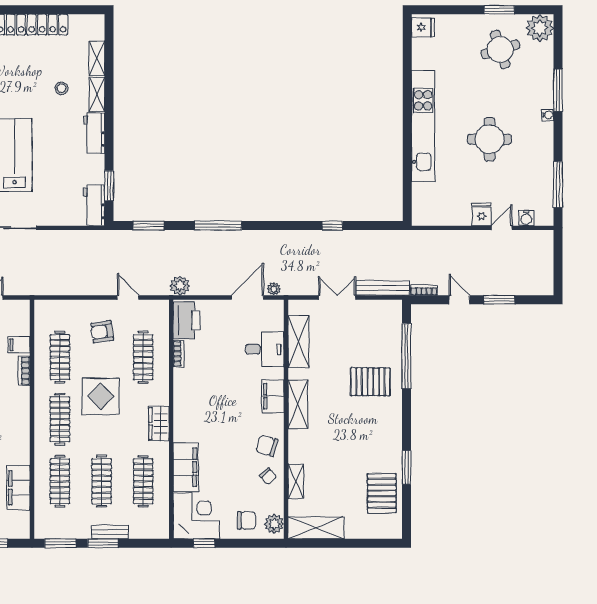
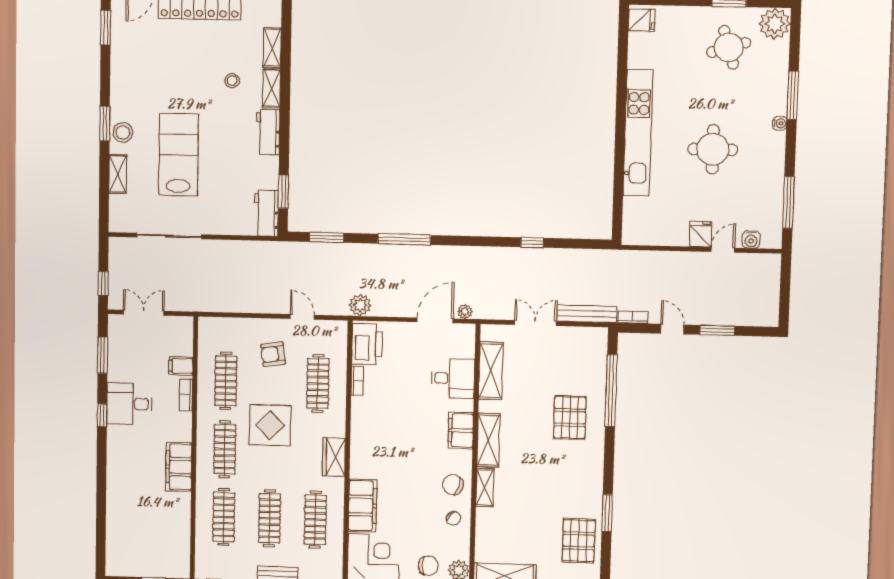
pallet: (370, 382) -> (570, 418), turned 90
shelving: (296, 481) -> (485, 487), moved
filing cabinet: (18, 488) -> (179, 467), moved

